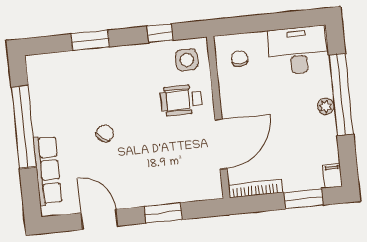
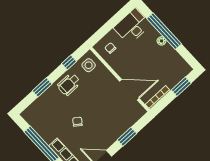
wheelchair: (181, 100) -> (69, 84), moved
door: (221, 144) -> (129, 90), hinge flipped
filing cabinet: (332, 176) -> (186, 68), removed

